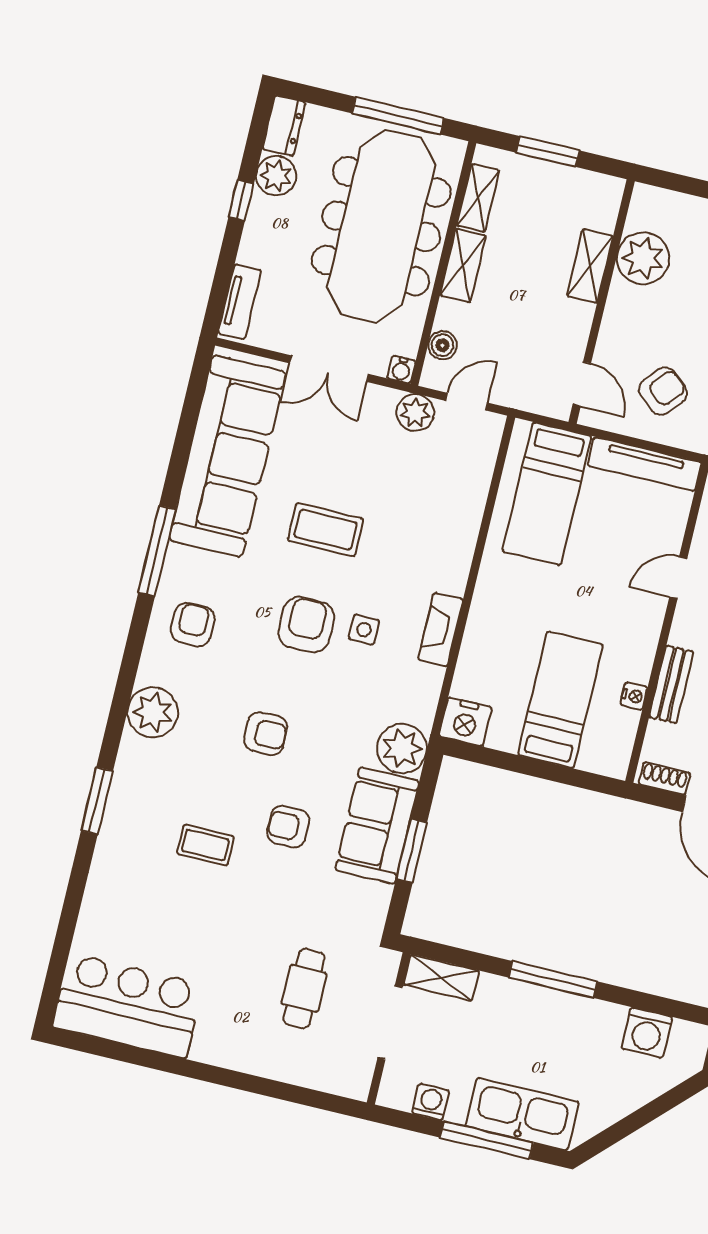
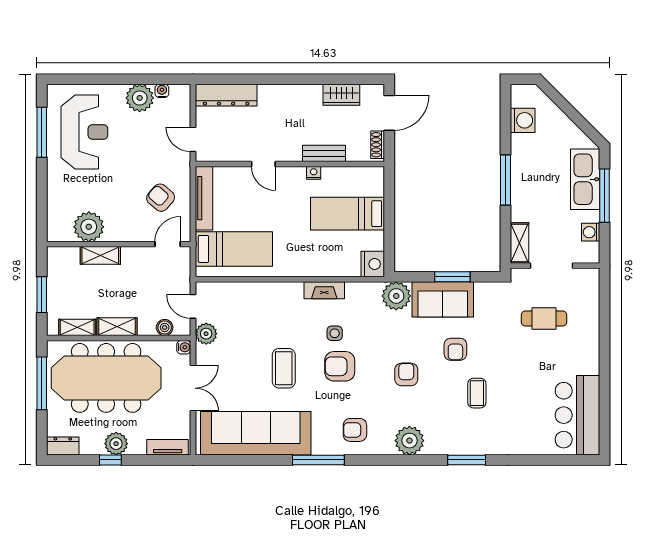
plant: (276, 176) -> (116, 444), moved
nightstand: (634, 696) -> (314, 173), moved

